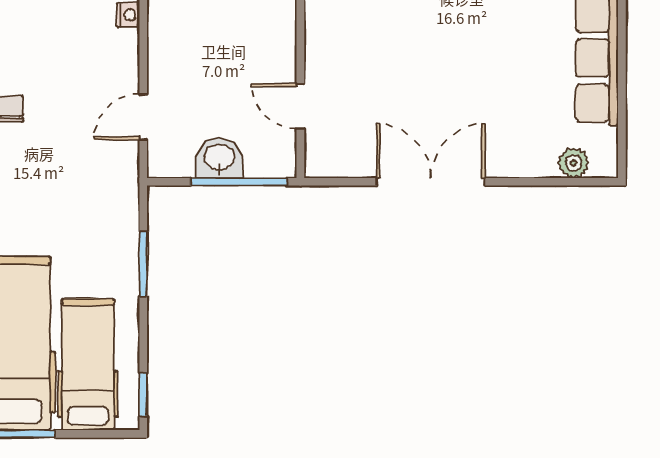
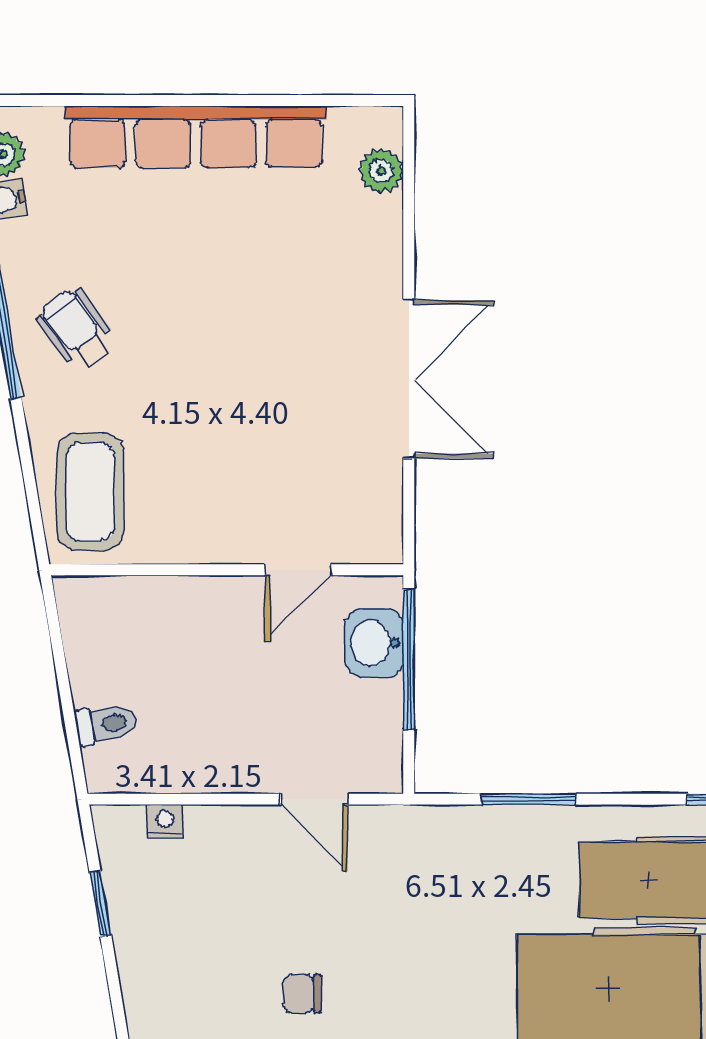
washbasin: (219, 158) -> (374, 643), moved
double door: (431, 182) -> (409, 379), swing flipped

